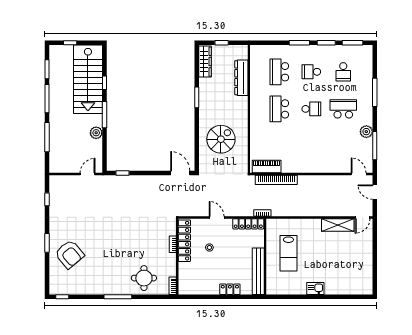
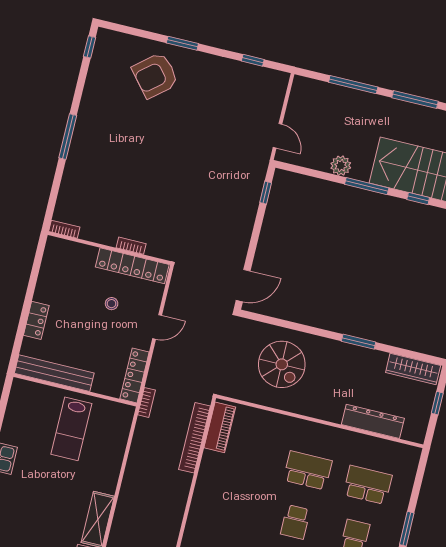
lab bench: (288, 253) -> (71, 429), turned -90
round table: (144, 278) -> (88, 186), removed

